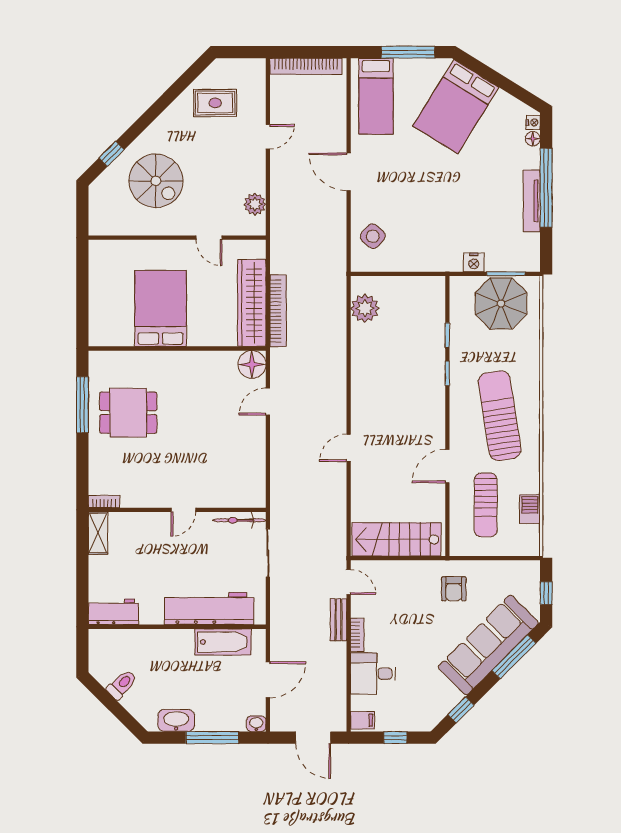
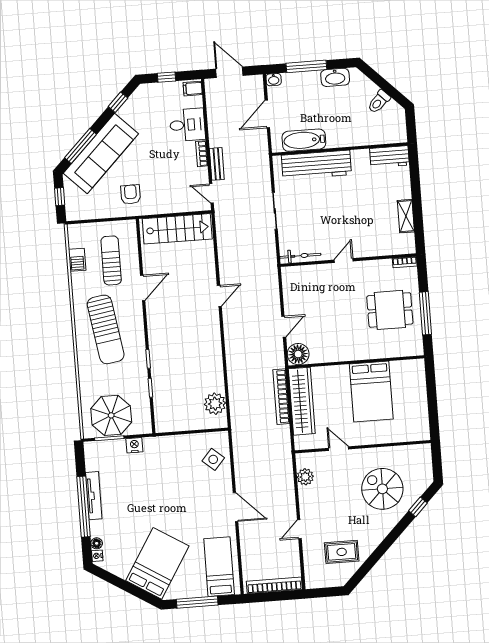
bookcase: (104, 502) -> (405, 262), moved
wall: (177, 510) -> (348, 260), moved
door: (183, 510) -> (344, 261), moved
bicycle: (239, 520) -> (300, 256), moved

